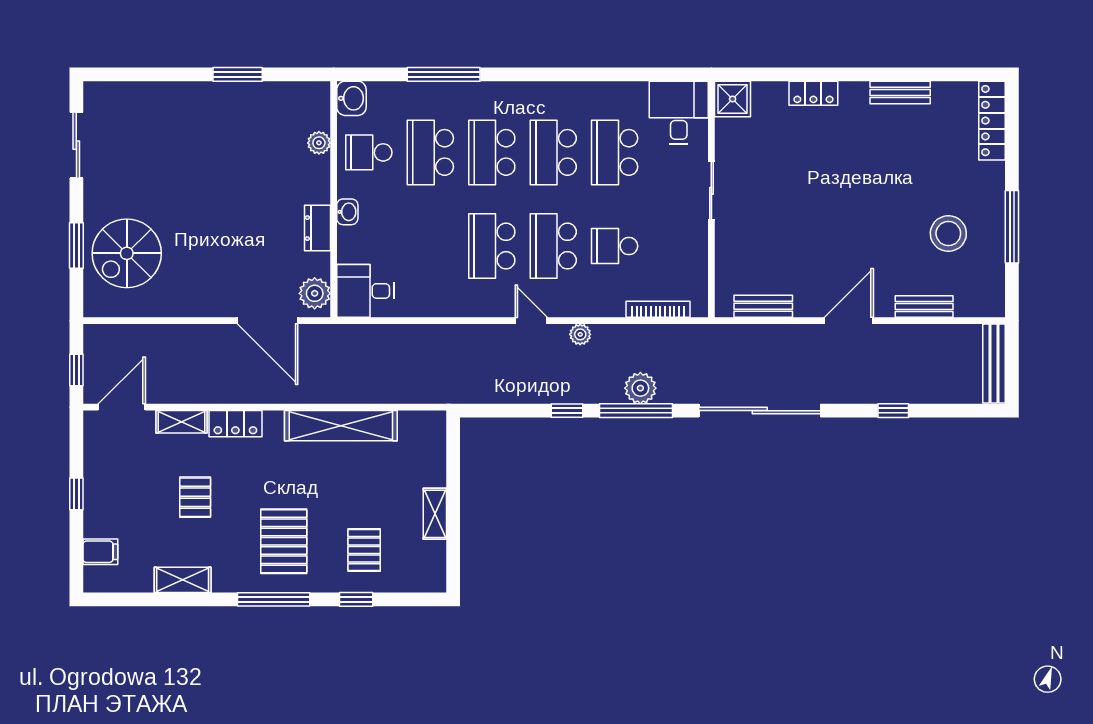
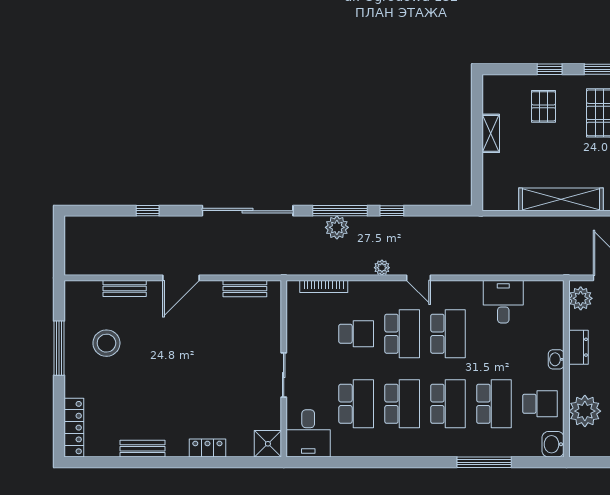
plant: (319, 143) -> (585, 411), width x1.87, depth x1.87
desk: (365, 291) -> (503, 302), moved, turned -90
bench: (994, 363) -> (72, 246), removed

